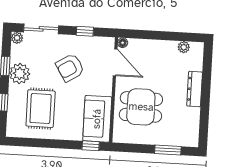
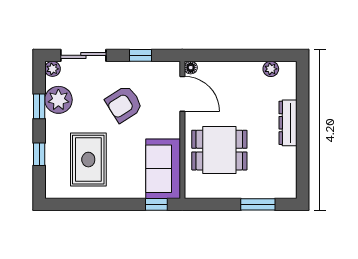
plant: (20, 74) -> (58, 100), moved

